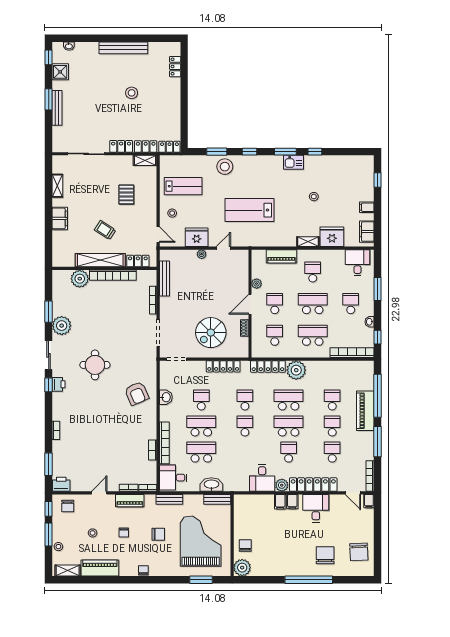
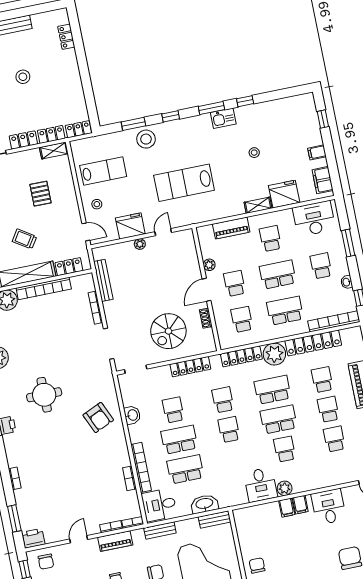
desk: (357, 263) -> (314, 219), width x1.37
locker: (313, 485) -> (313, 343), moved, turned 180

